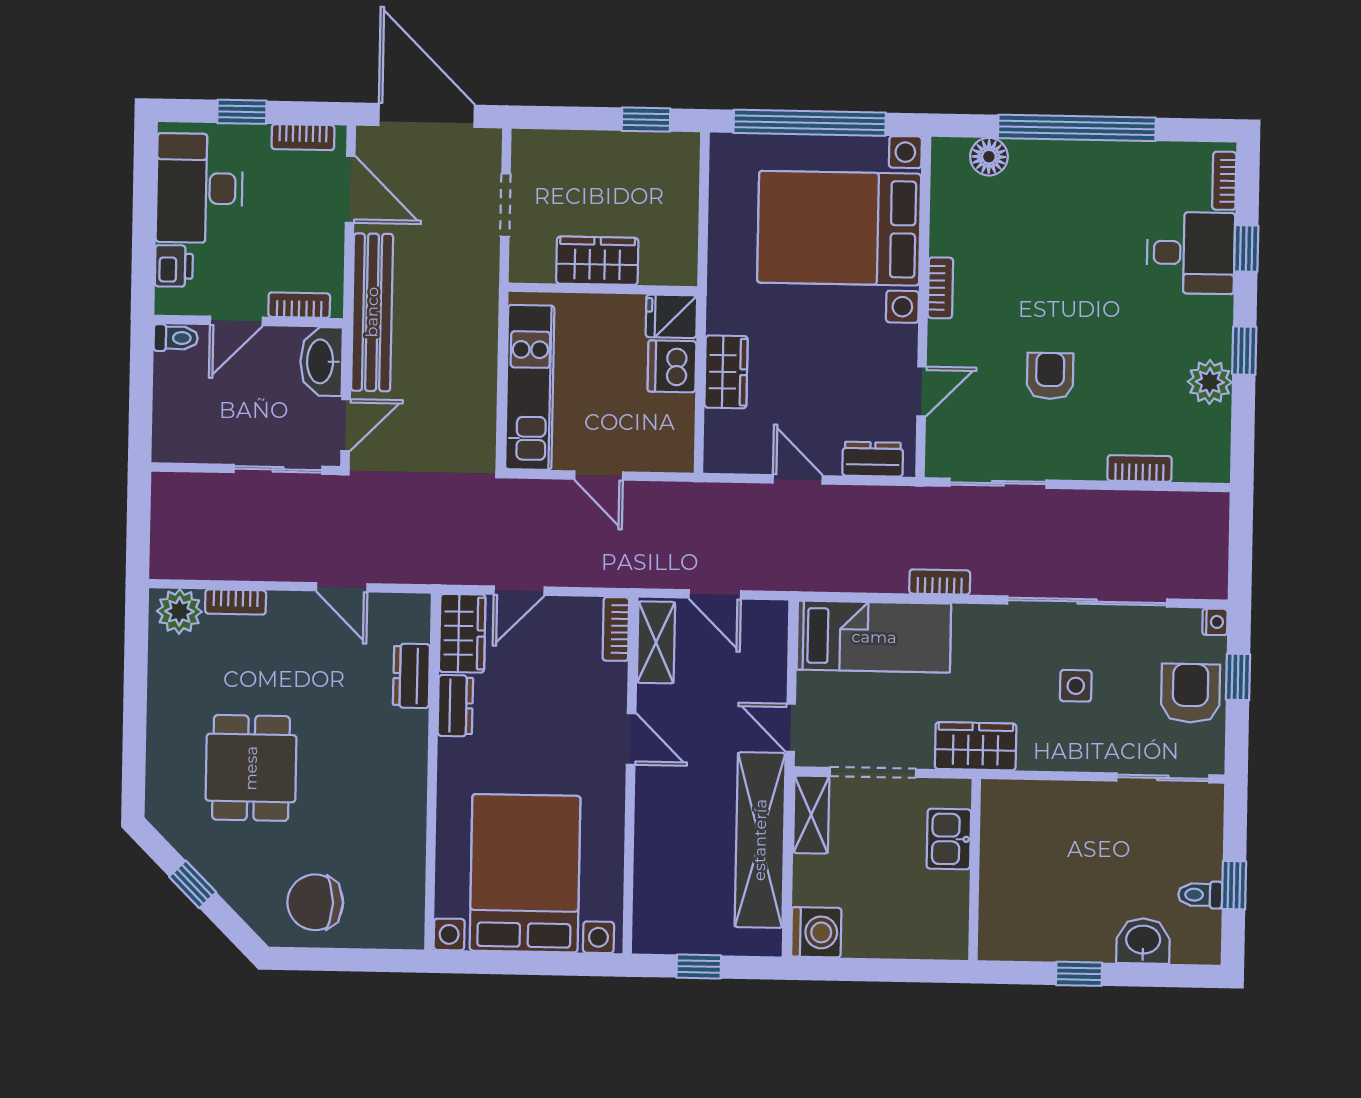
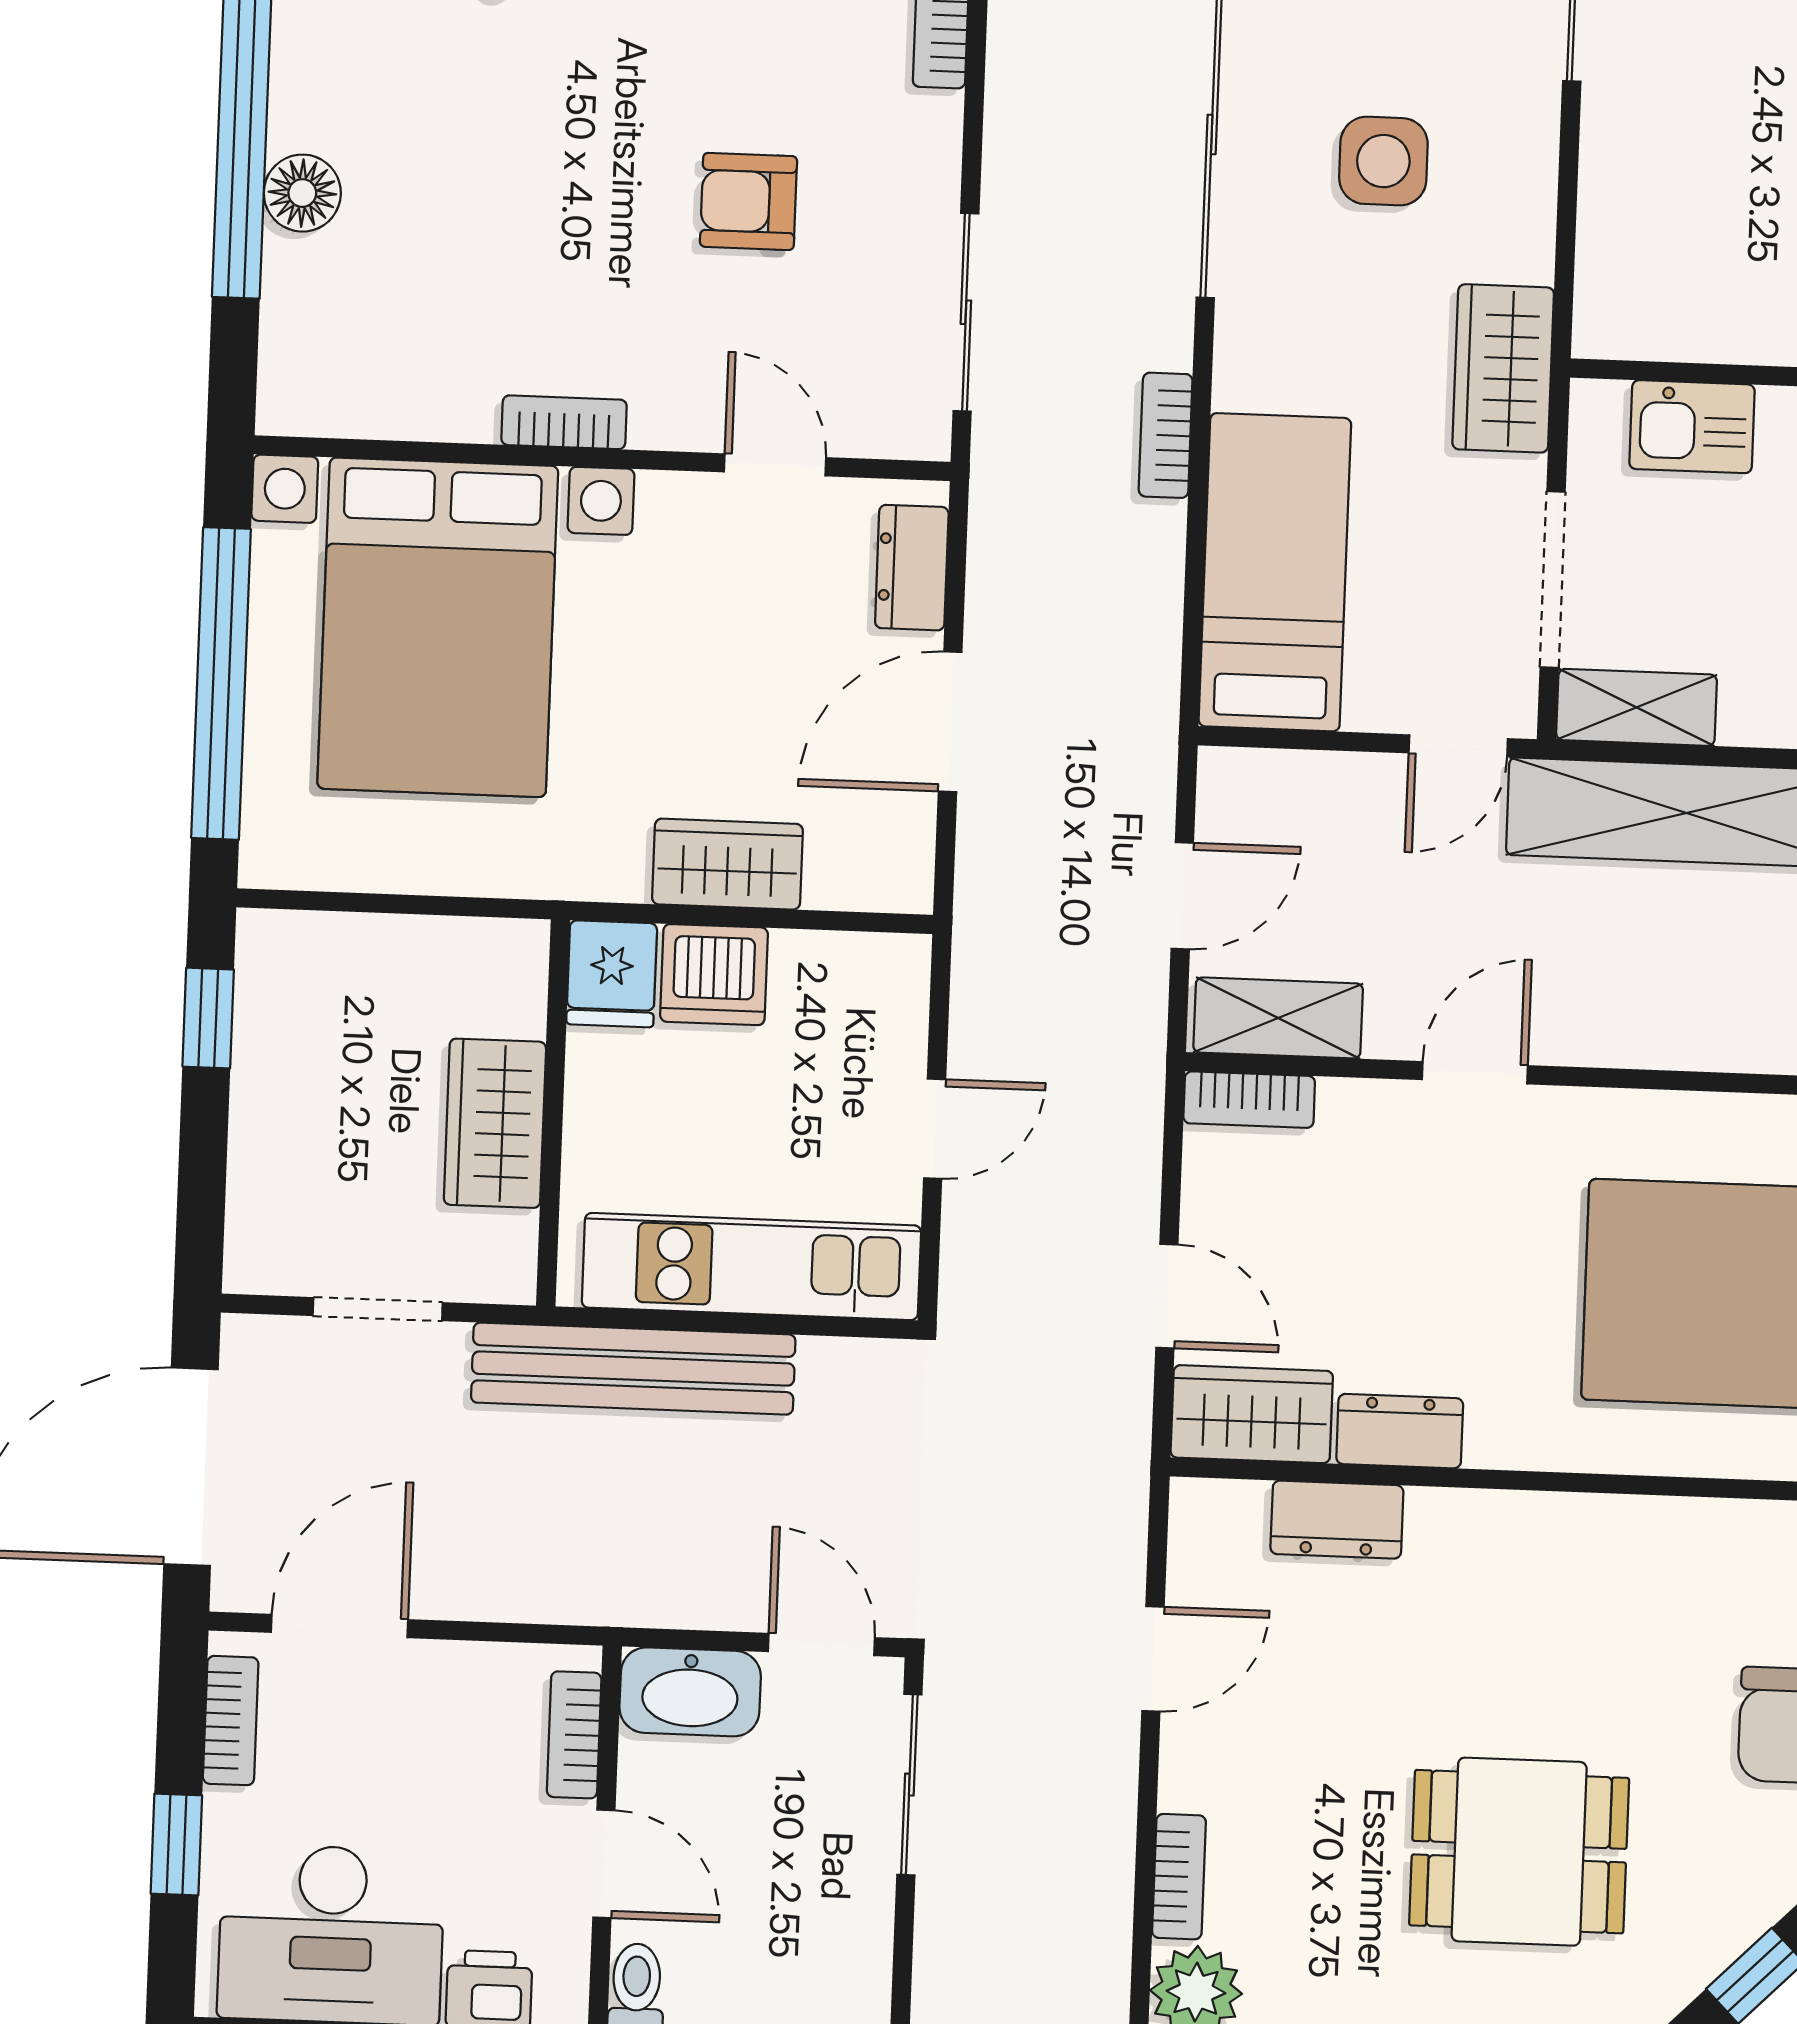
floor lamp: (989, 157) -> (302, 193), moved
bench: (372, 312) -> (633, 1369), moved
door: (798, 479) -> (950, 722), width x1.38
side table: (1076, 686) -> (1383, 161), width x1.37, depth x1.37

